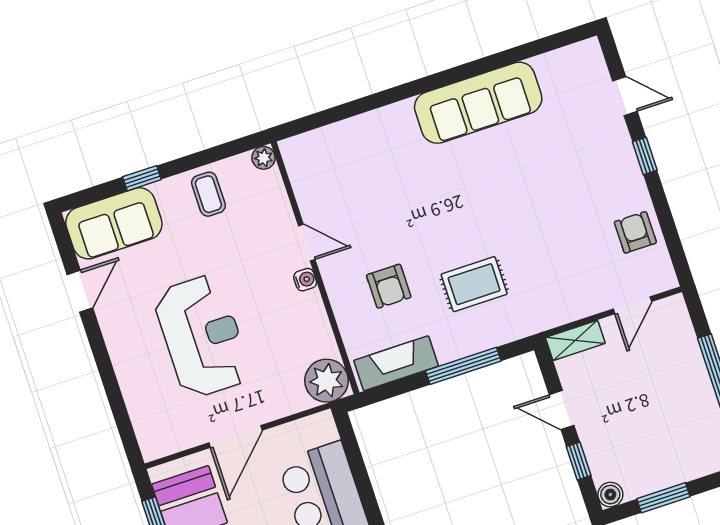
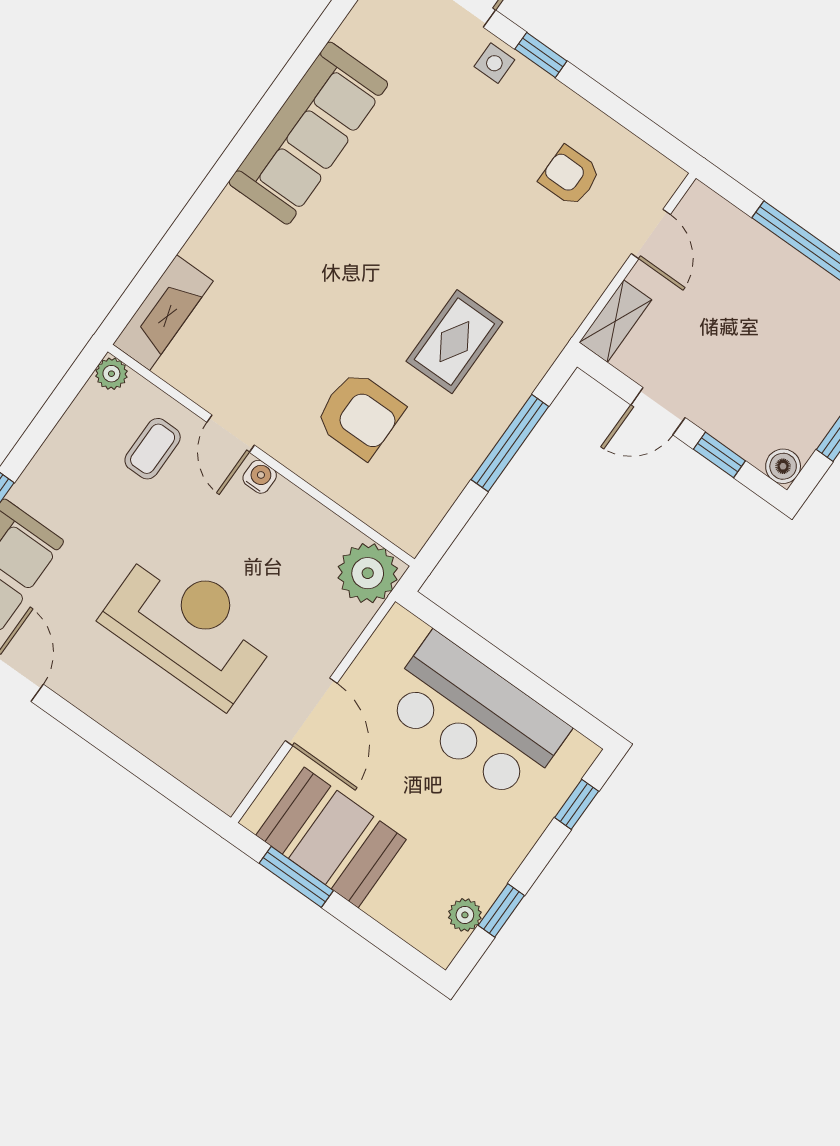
side table: (615, 141) -> (494, 63), added
coffee table: (208, 194) -> (153, 449), moved, turned 90
armchair: (635, 232) -> (570, 176), moved
door: (307, 243) -> (231, 434), swing flipped
armchair: (389, 286) -> (360, 415), width x1.38, depth x1.38
fireplace: (396, 363) -> (163, 313), moved, turned 180

